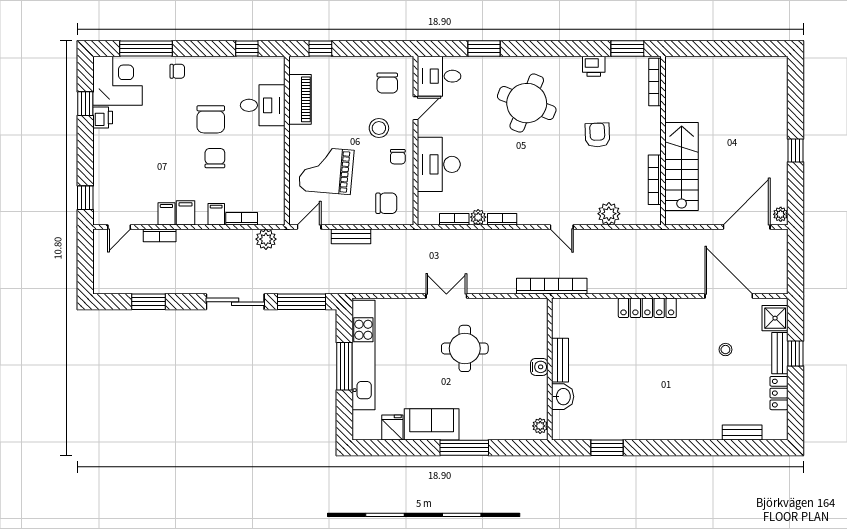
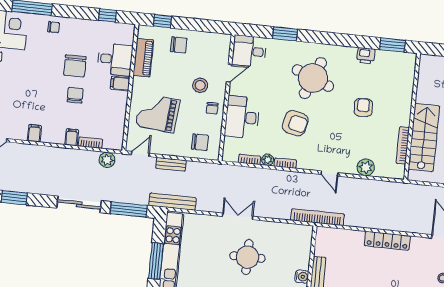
bookcase: (655, 82) -> (411, 72), removed
chair: (387, 83) -> (179, 45), moved, turned -90
armchair: (510, 165) -> (295, 123), added
filing cabinet: (185, 213) -> (120, 84), moved, turned -90
bookcase: (160, 235) -> (28, 149), removed
bench: (358, 286) -> (172, 202), added

